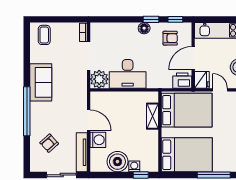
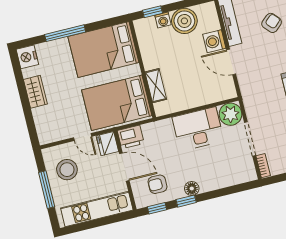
door: (193, 58) -> (124, 167), hinge flipped

